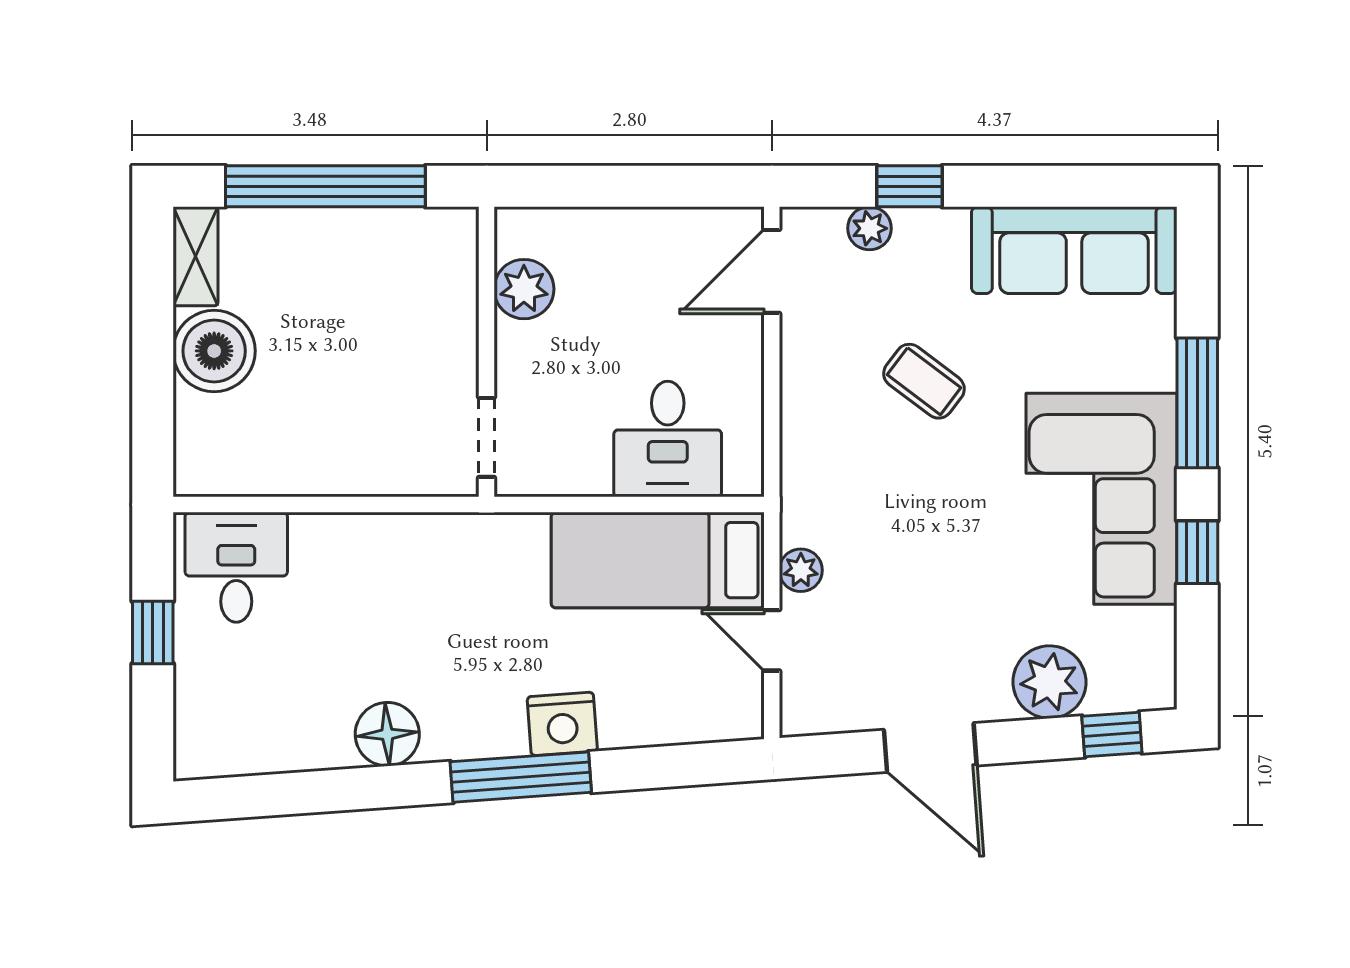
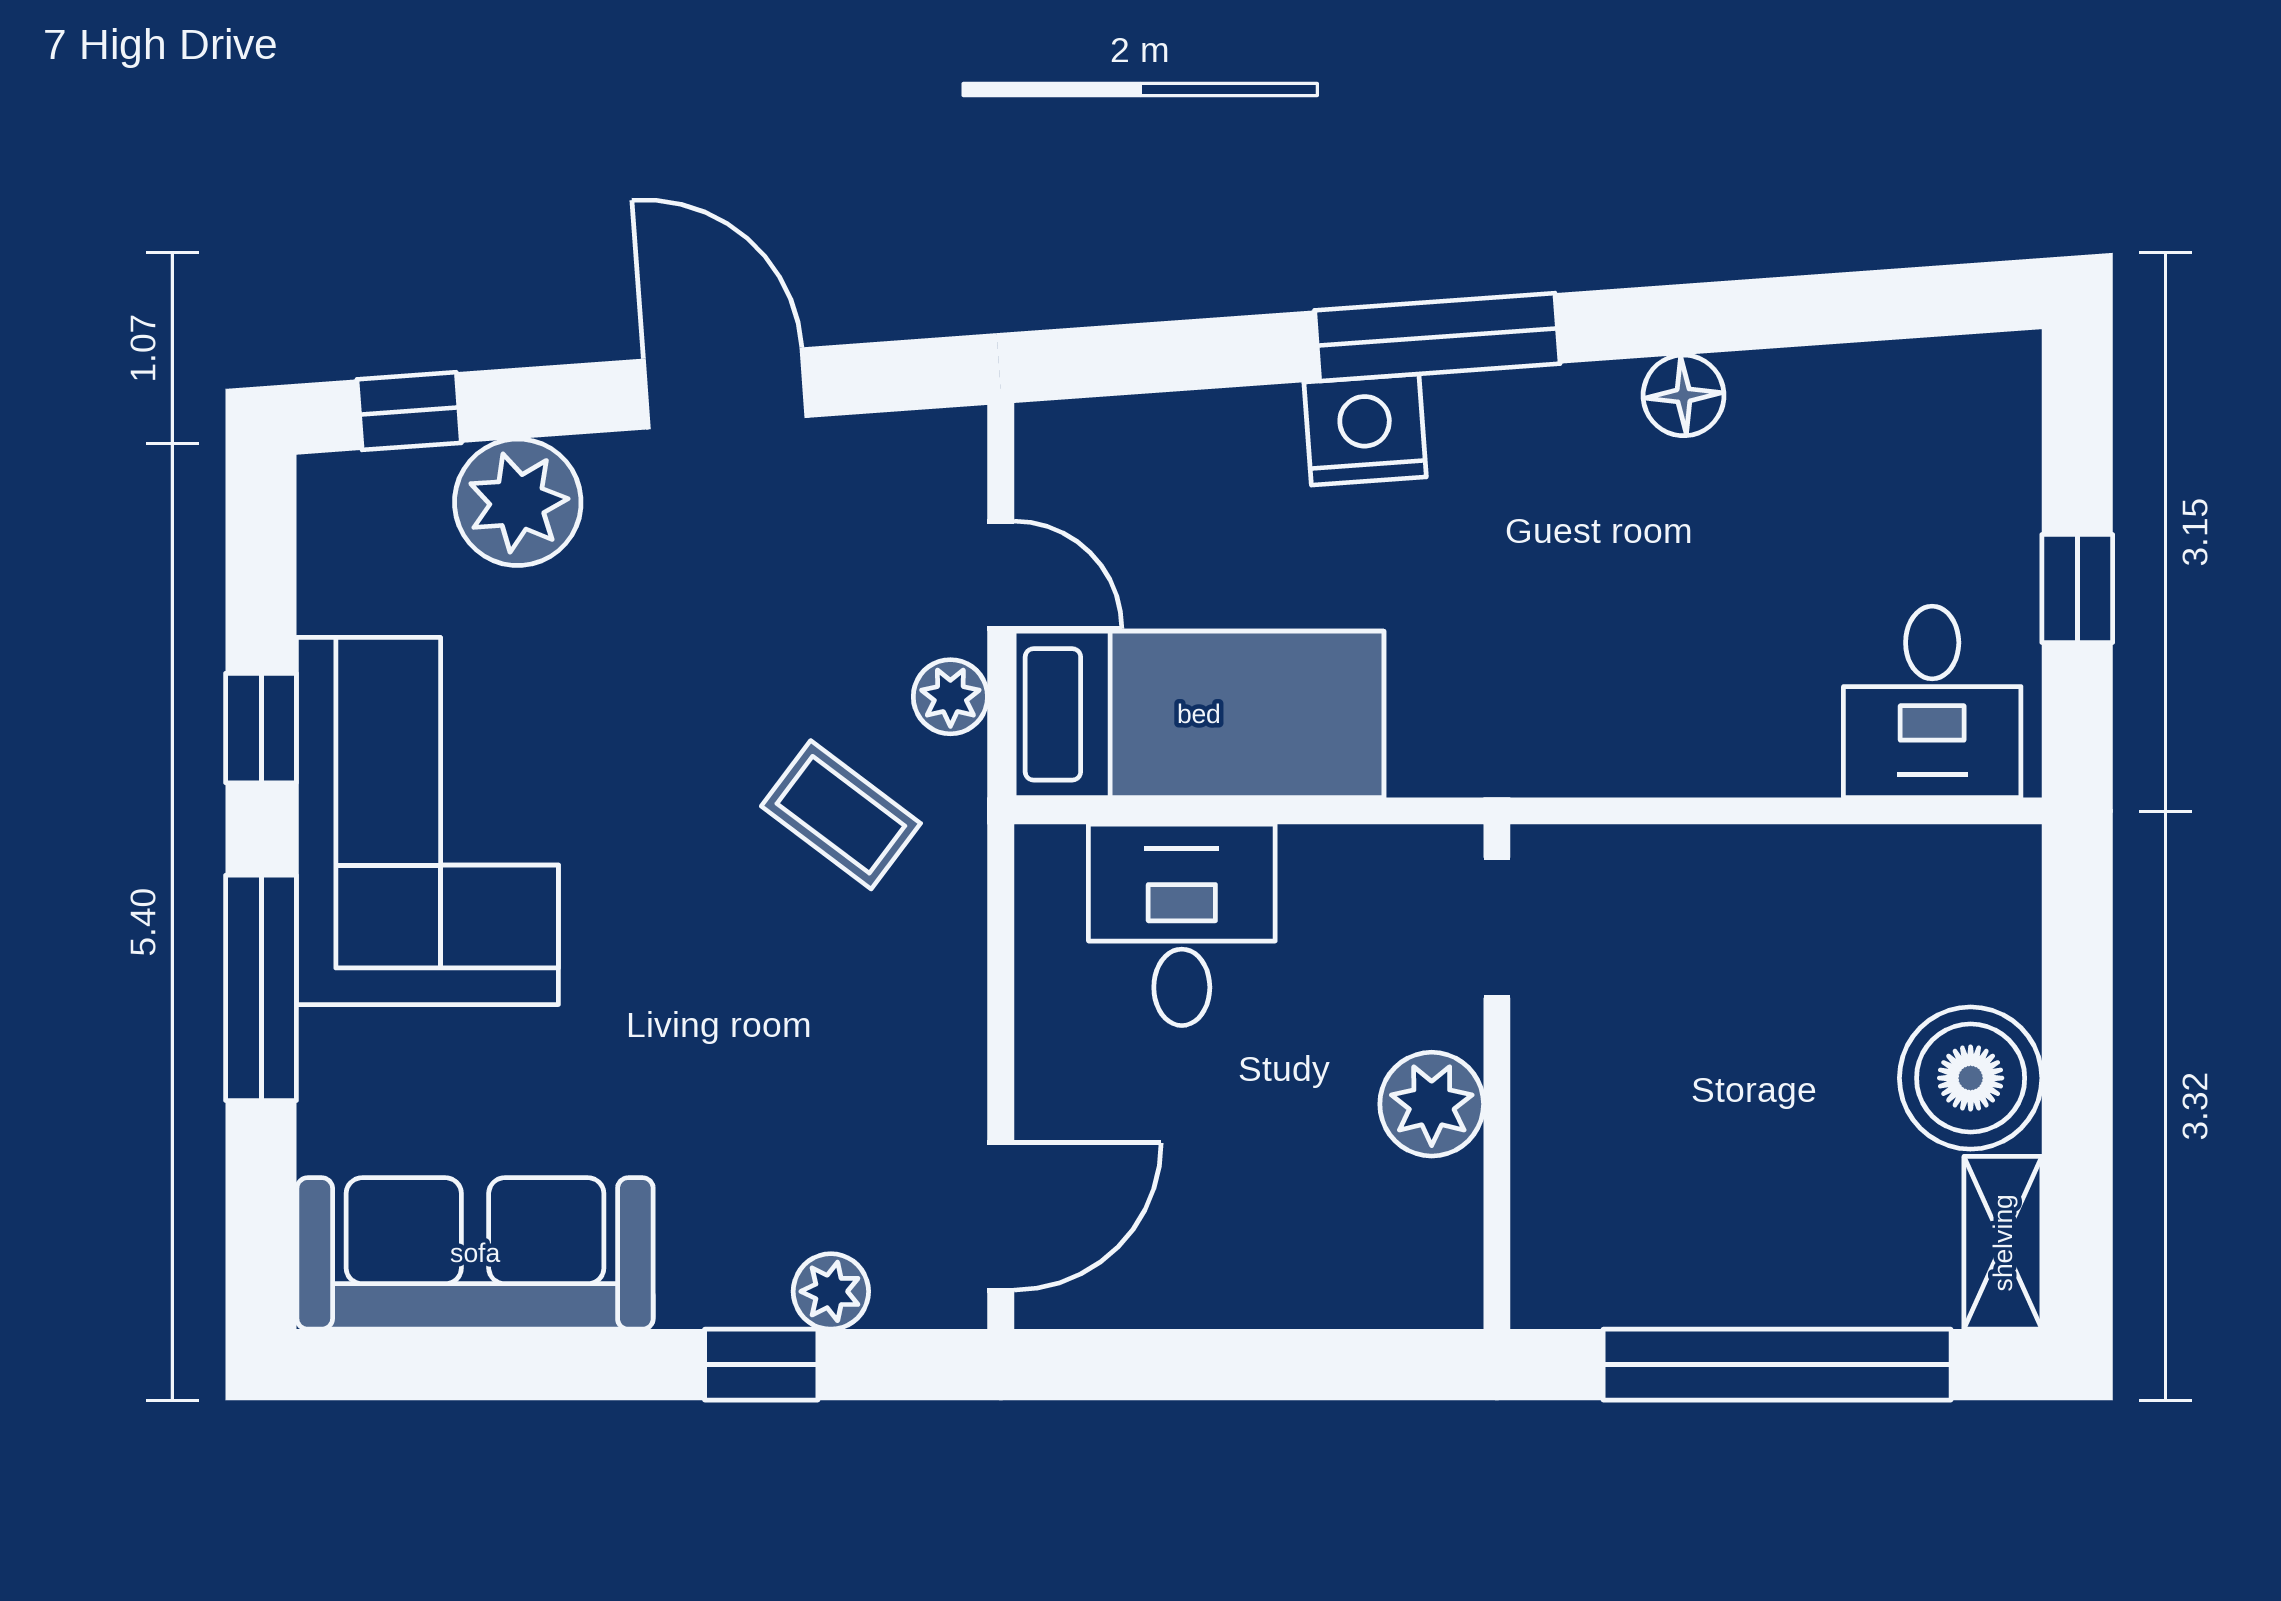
plant: (524, 289) -> (1432, 1104), moved
coffee table: (924, 381) -> (841, 815), moved
floor lamp: (387, 734) -> (1684, 395), width x0.73, depth x0.73

